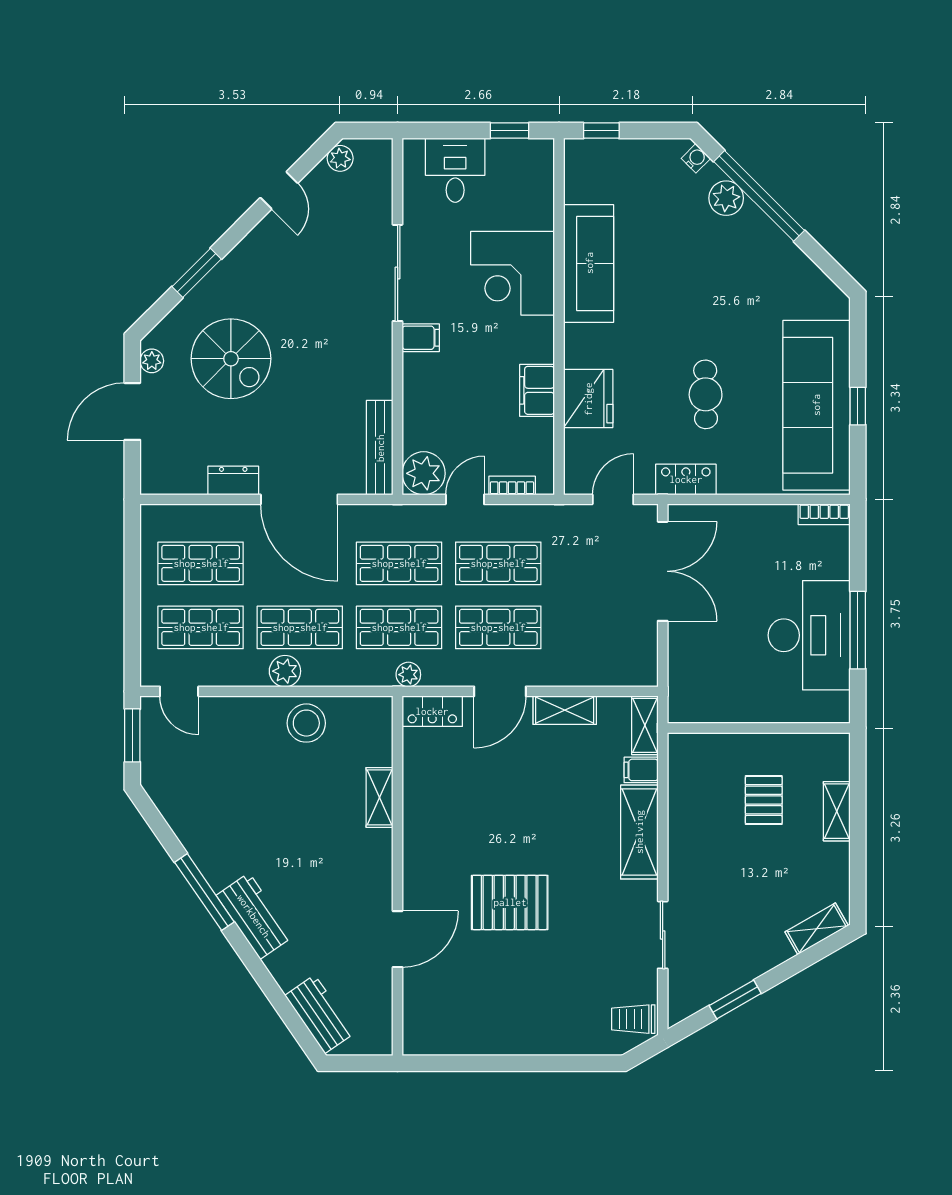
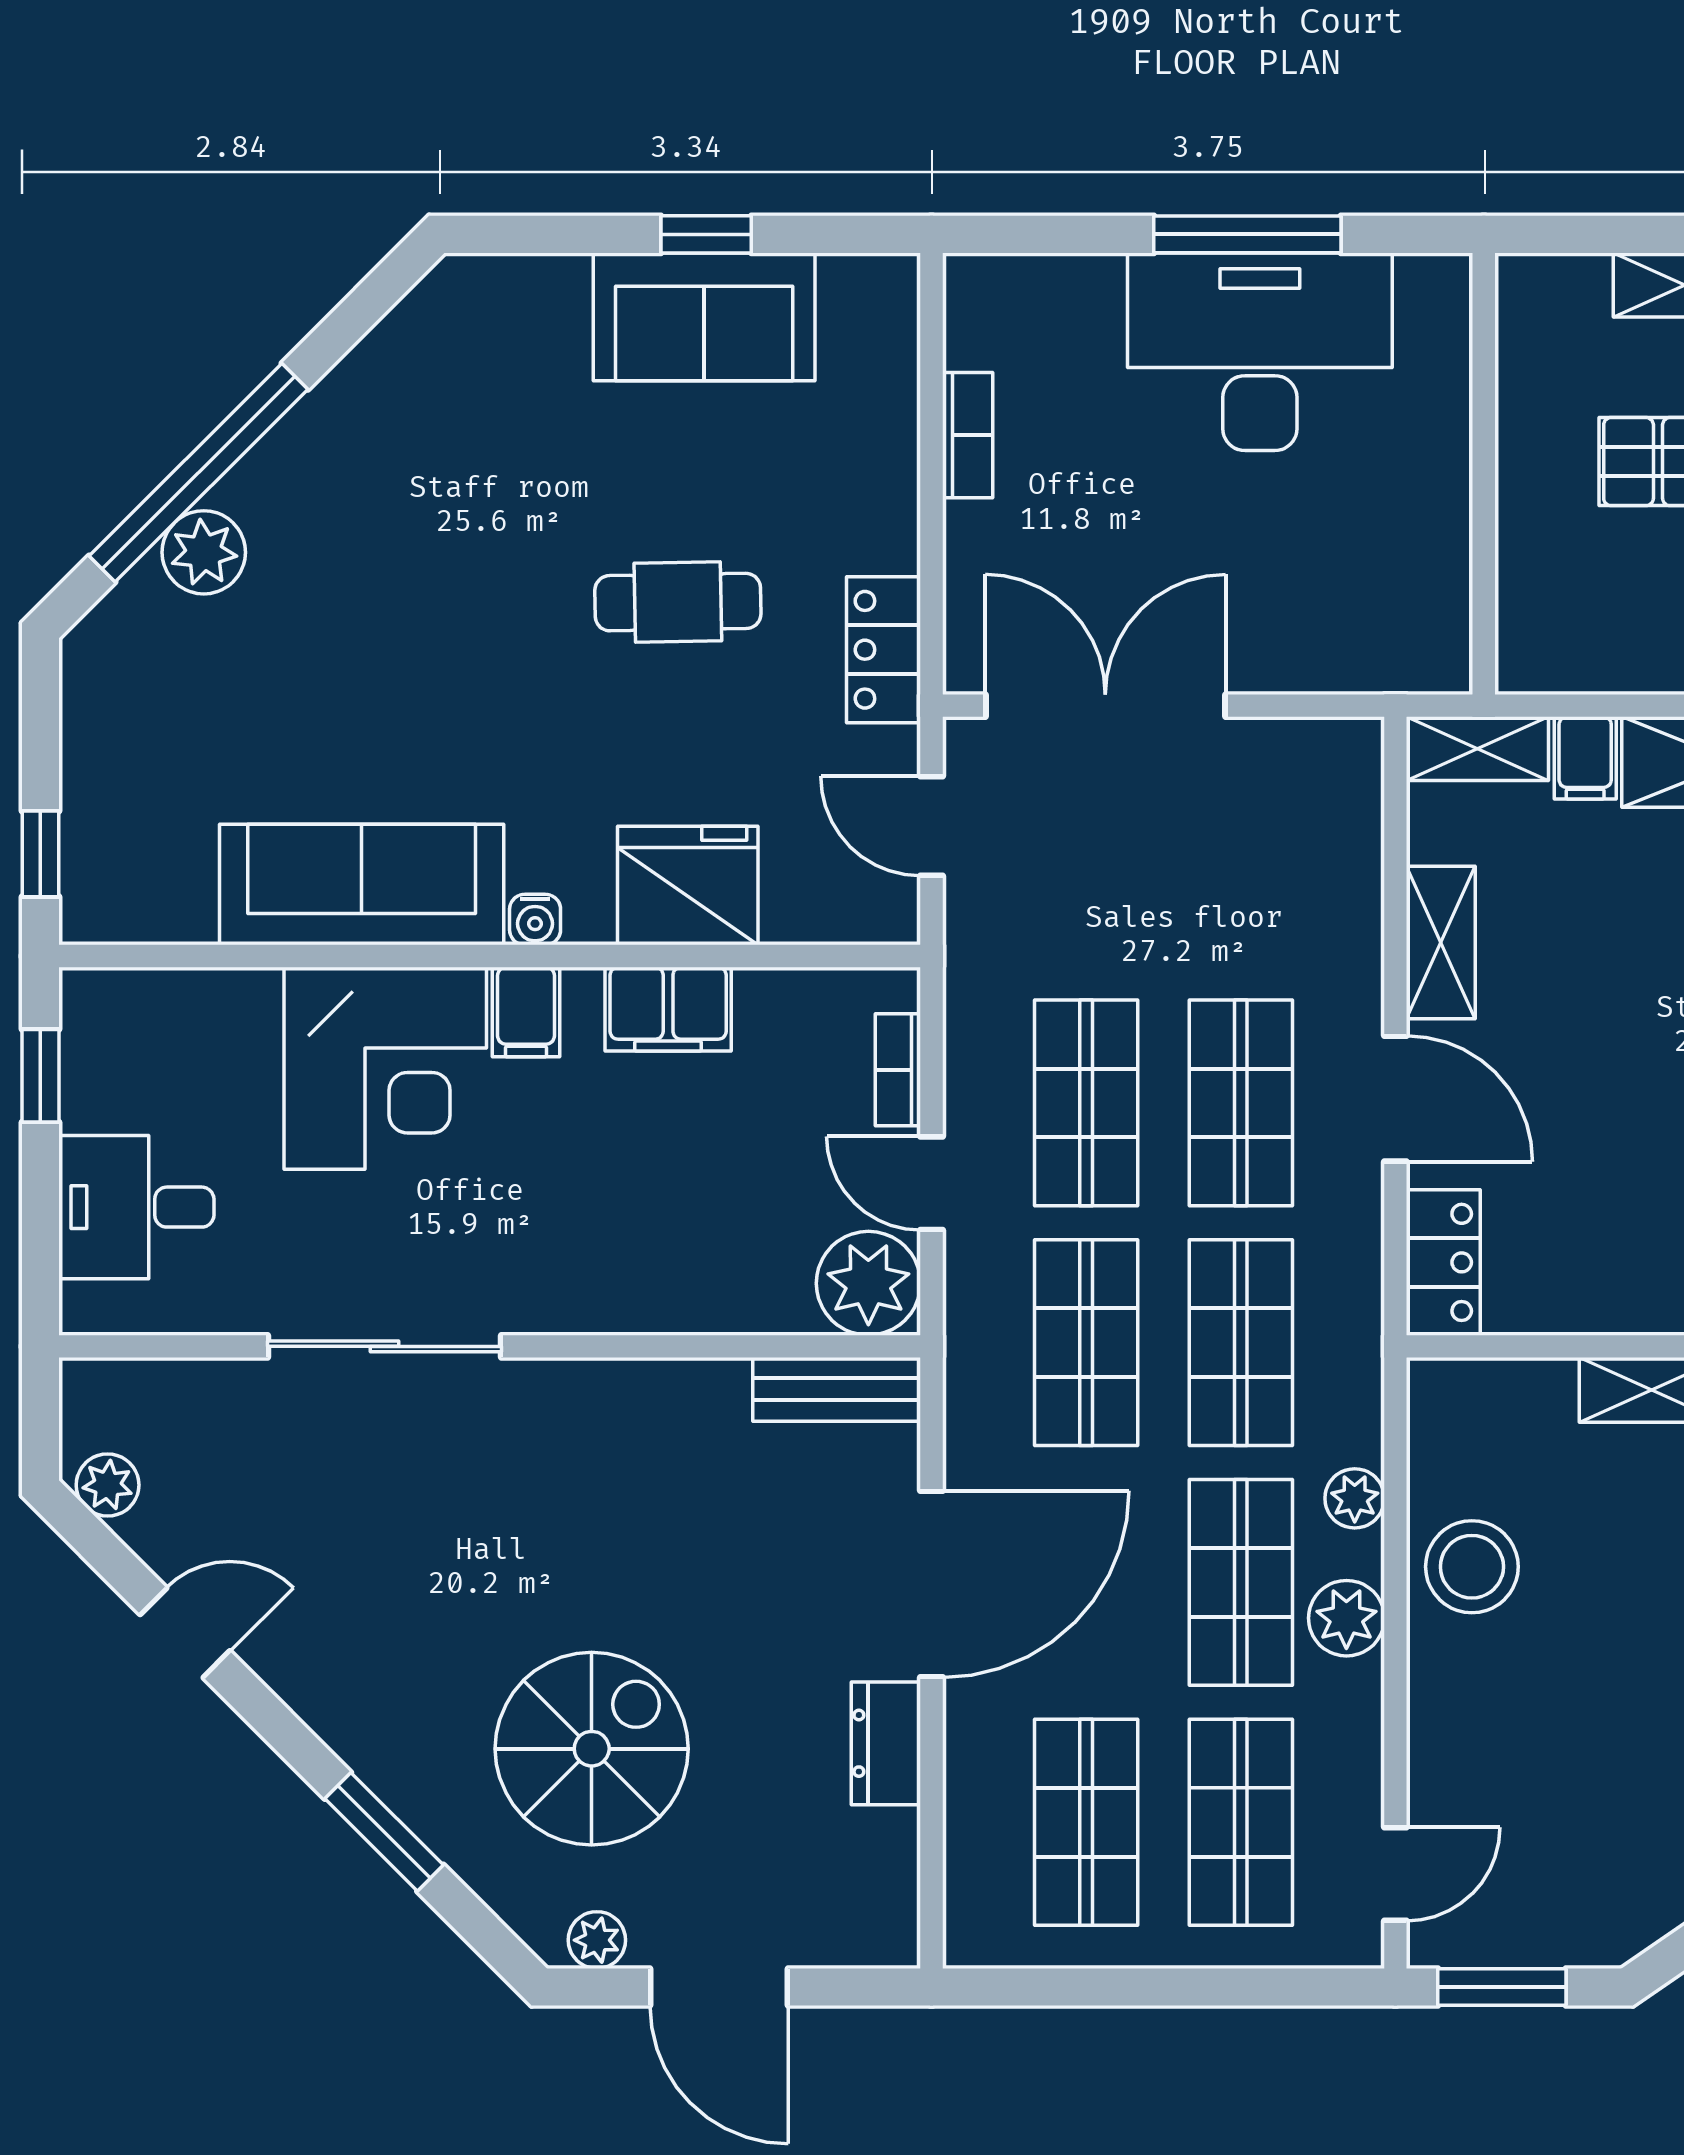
water cooler: (696, 158) -> (535, 920), moved, turned -135
filing cabinet: (421, 338) -> (526, 1012), moved, turned 180
sofa: (816, 405) -> (704, 317), width x0.54, depth x0.79
bench: (380, 448) -> (837, 1389), width x0.73
bookcase: (824, 514) -> (968, 435), moved
plant: (408, 675) -> (1355, 1498), moved

